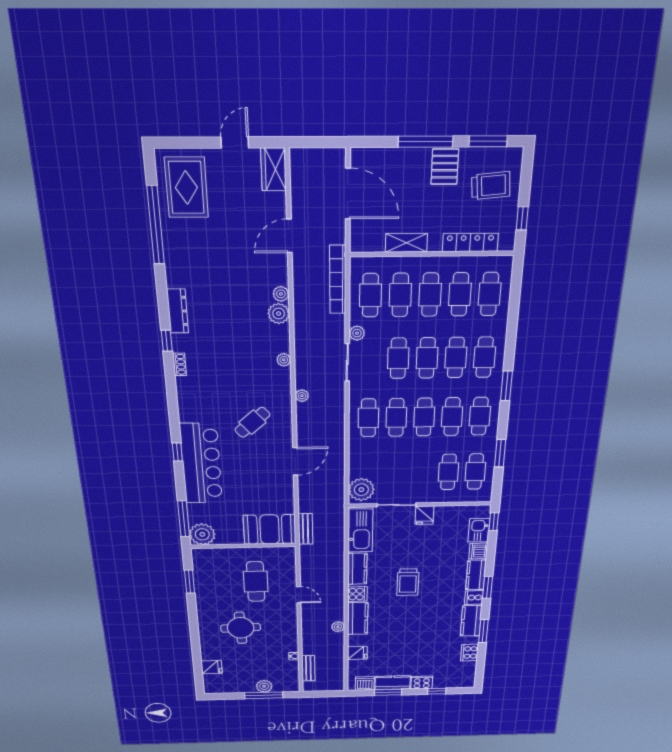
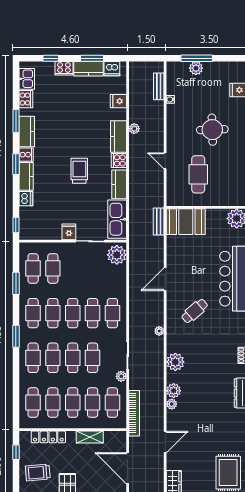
plant: (284, 360) -> (175, 362), width x1.87, depth x1.87
kitchen sink: (479, 530) -> (27, 79), moved

